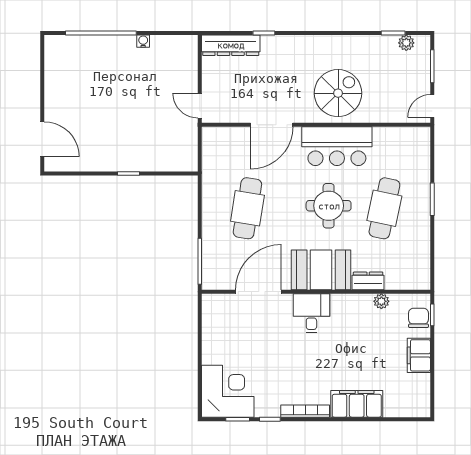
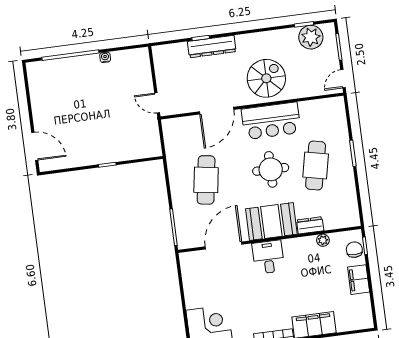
plant: (406, 43) -> (311, 37), width x1.88, depth x1.88
dresser: (231, 45) -> (212, 47), moved

